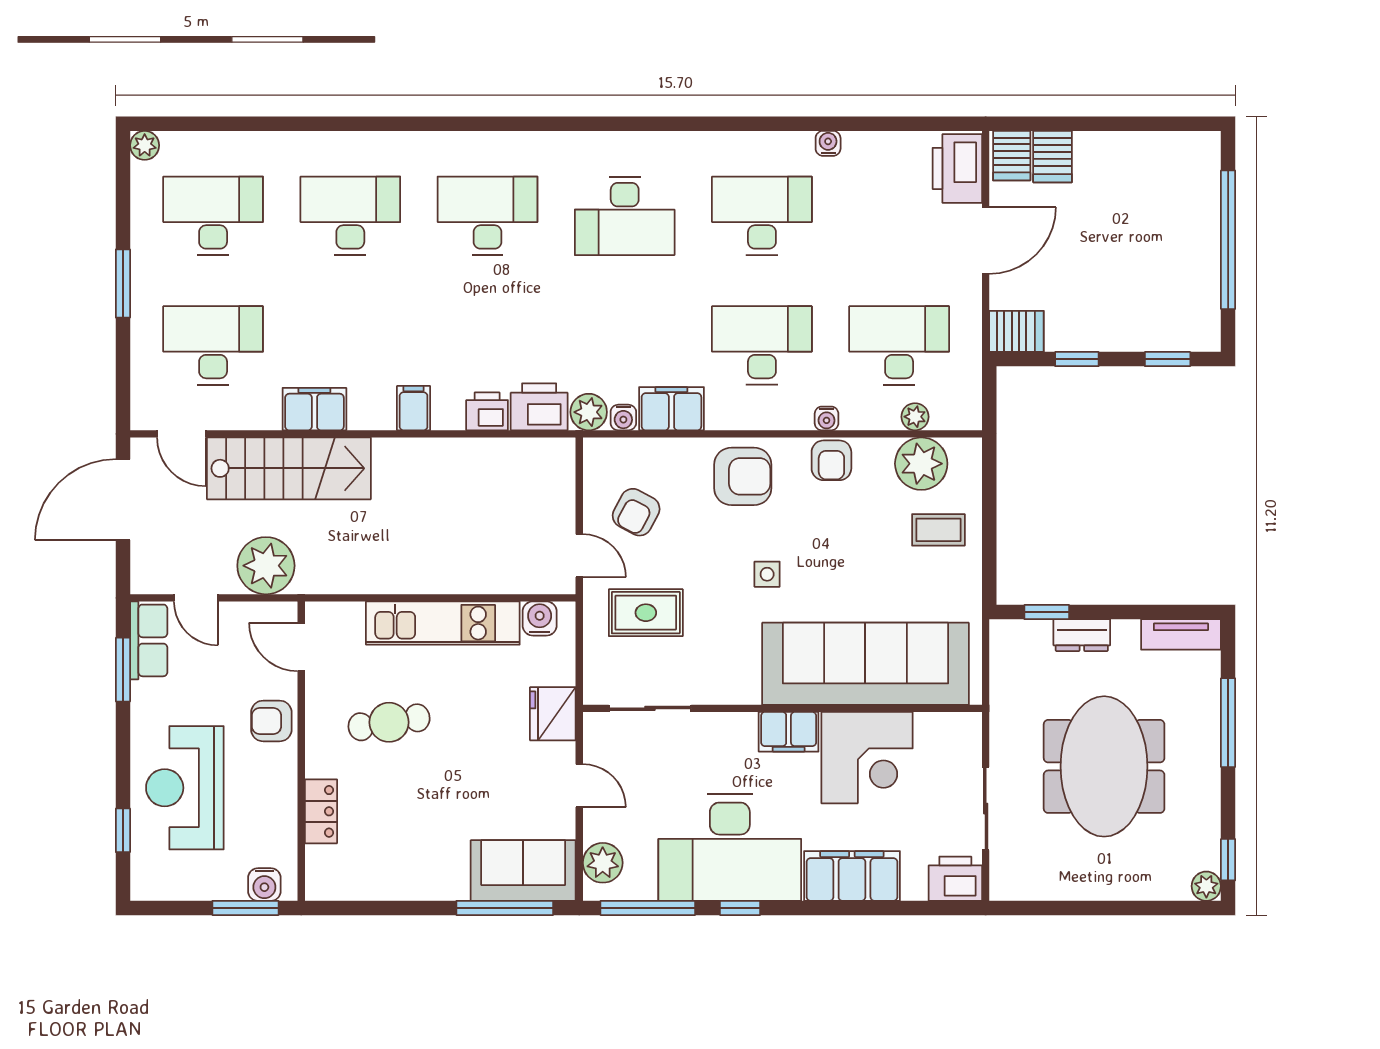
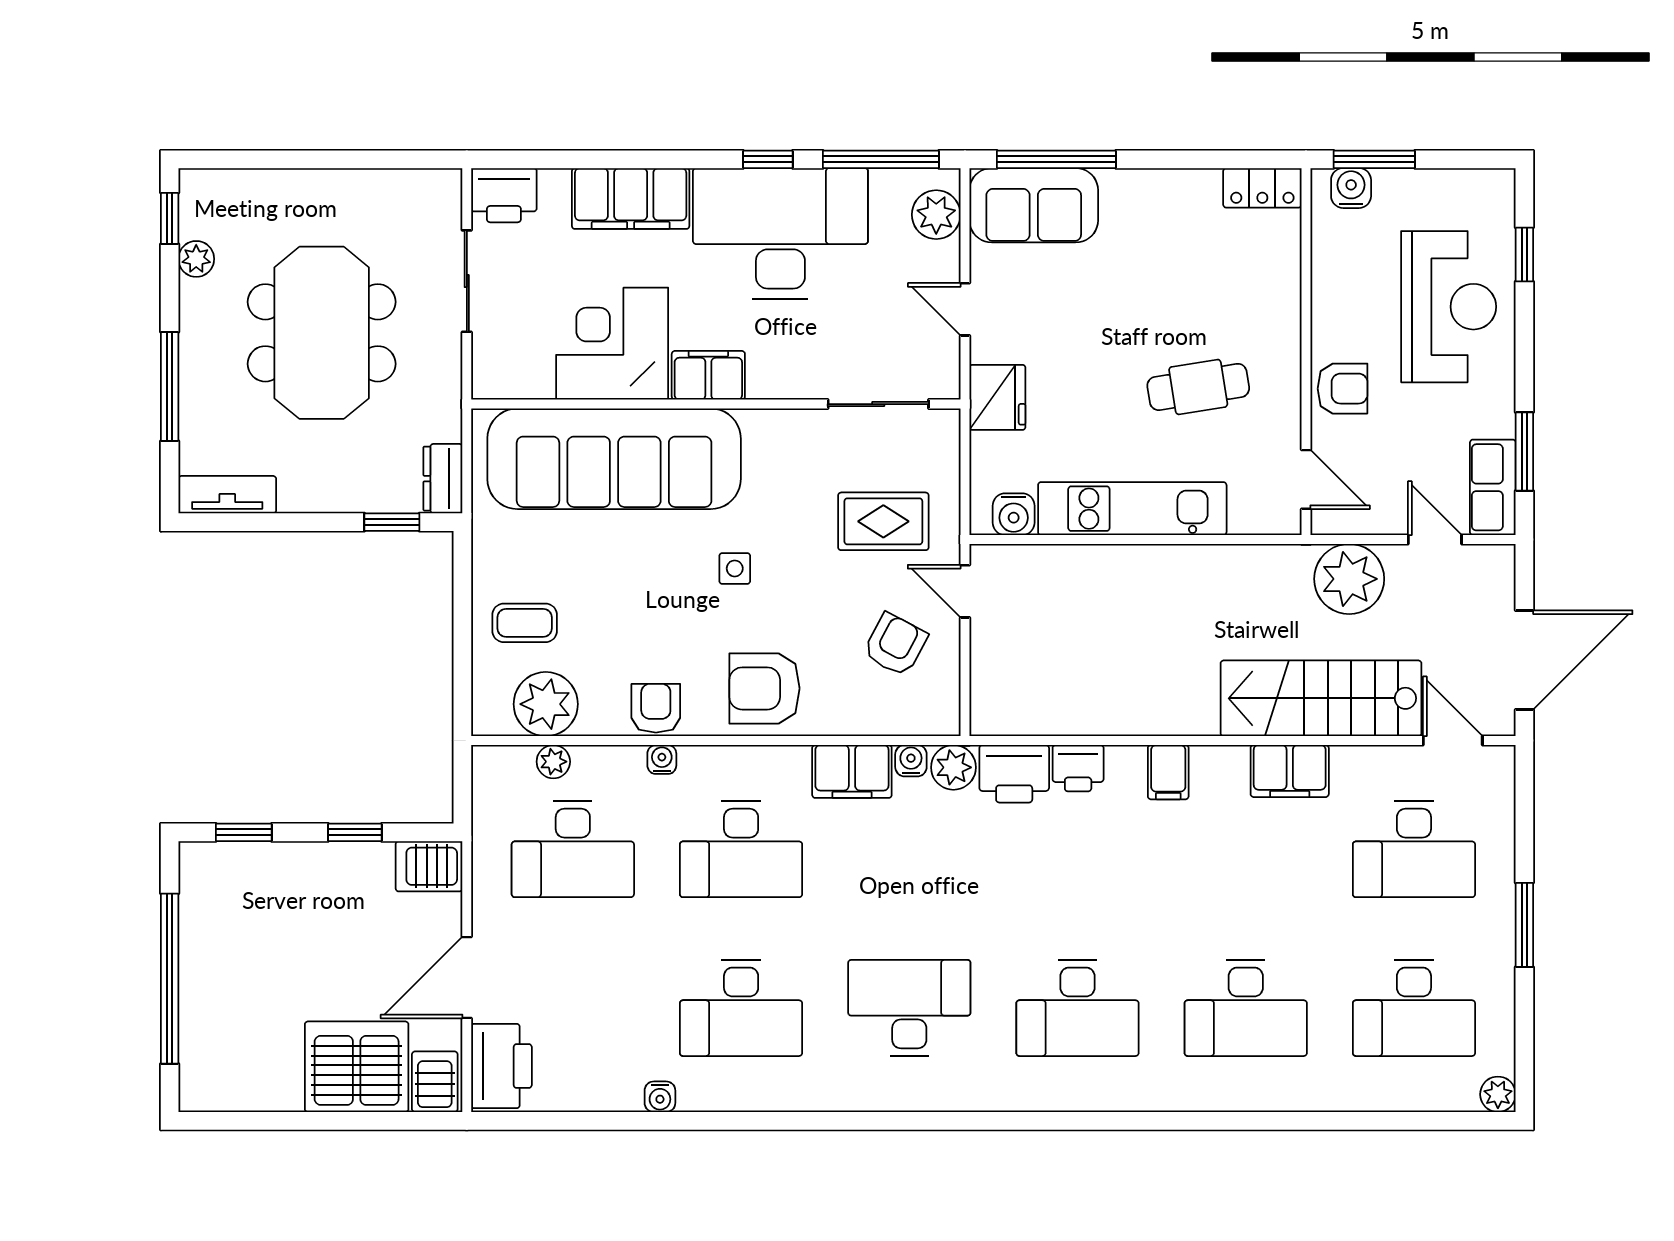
server rack: (1053, 157) -> (357, 1067), width x2.18, depth x1.44
dresser: (1082, 635) -> (443, 479), moved, turned -90
locker: (321, 811) -> (1262, 188), moved, turned -90
plant: (1206, 886) -> (196, 259), moved

